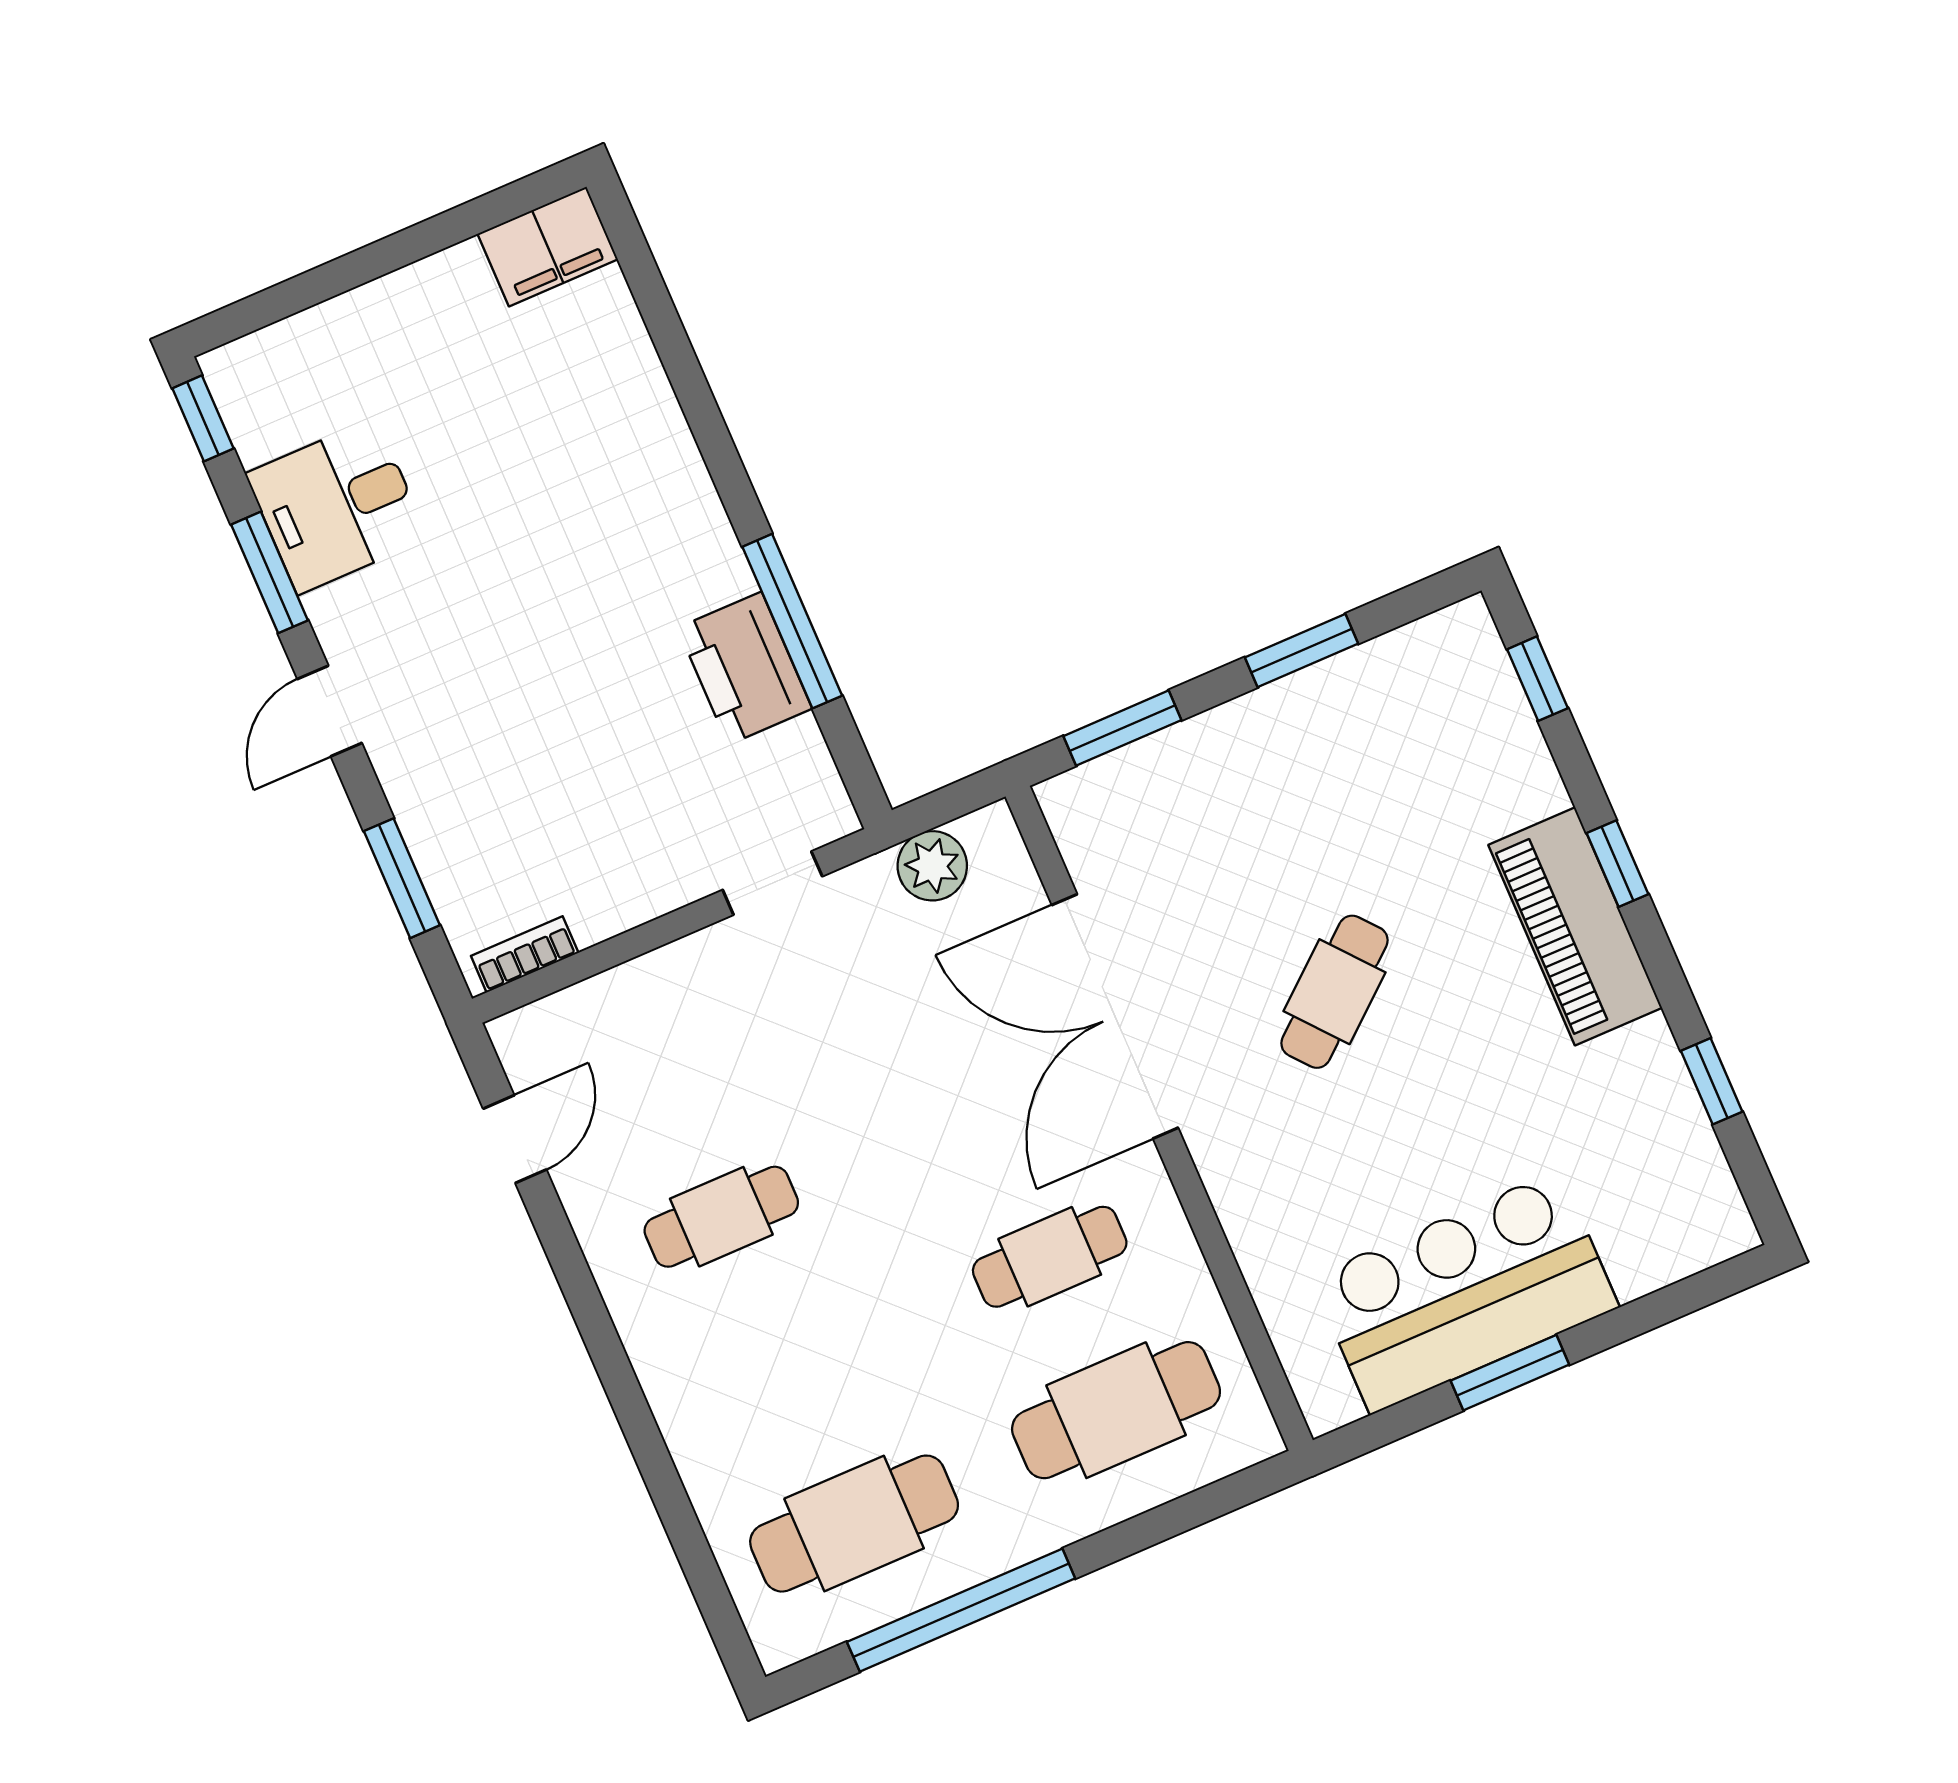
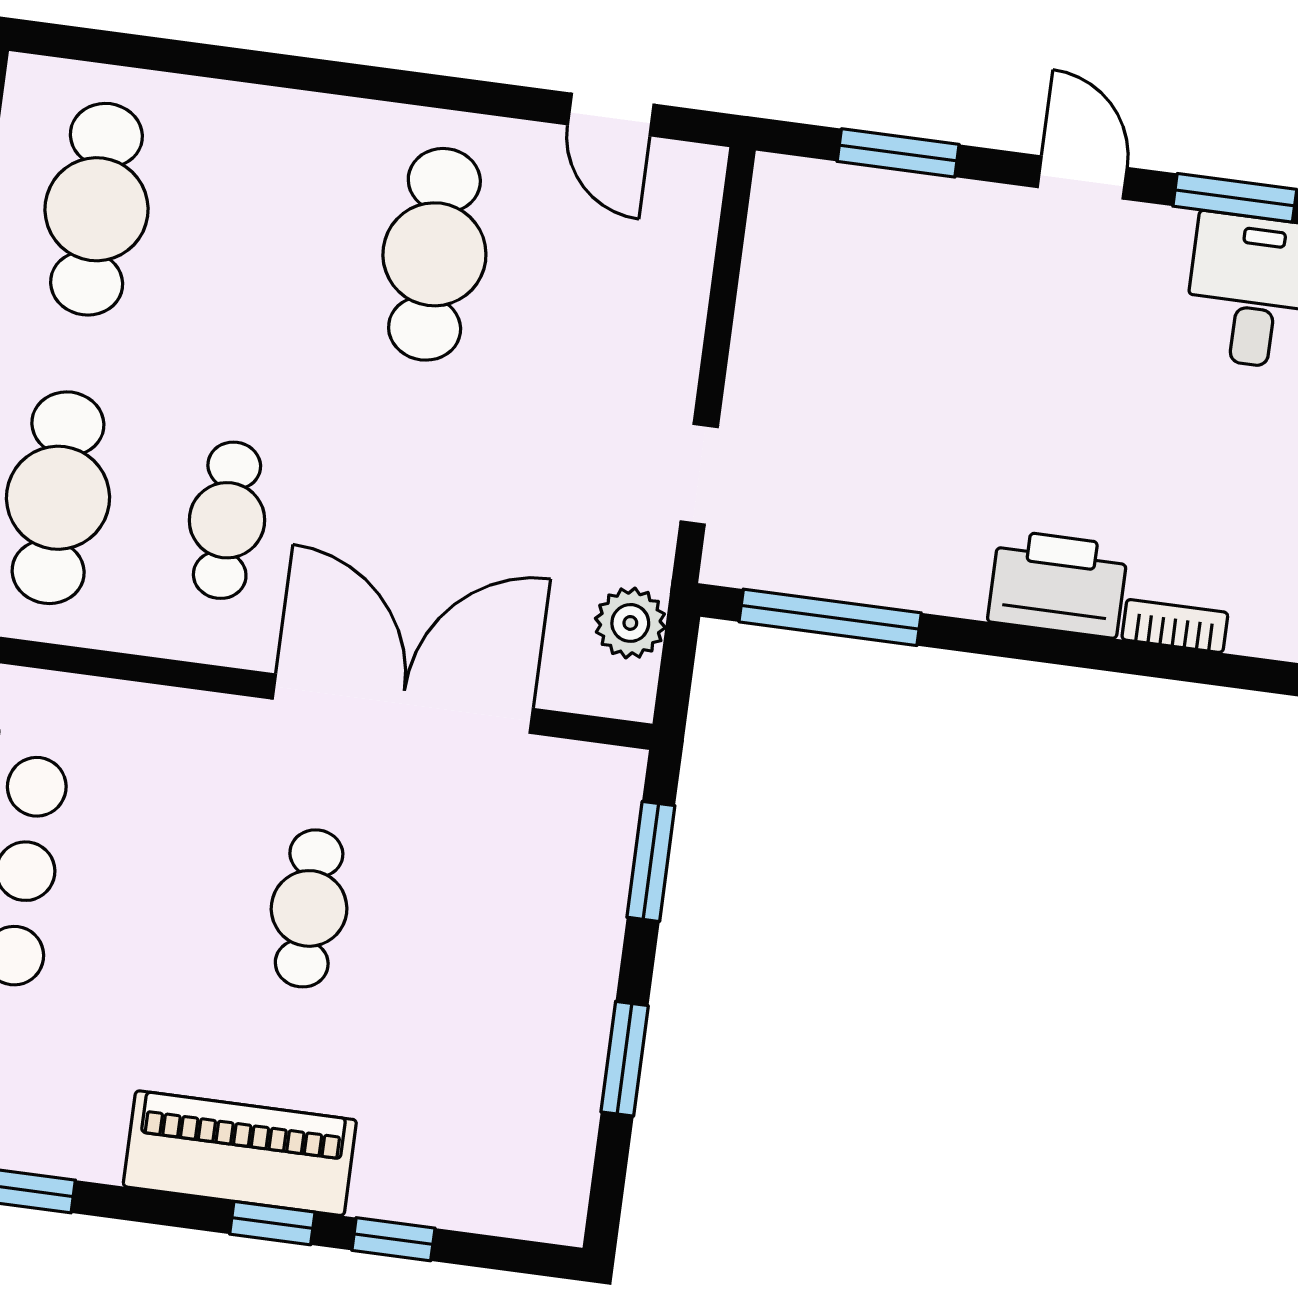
window: (792, 621) -> (830, 617), moved
printer: (745, 668) -> (1058, 584), moved
window: (1537, 679) -> (393, 1239), moved
bookcase: (525, 954) -> (1175, 626), moved, turned -90
cafe table: (1335, 992) -> (309, 908), turned 40
cafe table: (721, 1217) -> (434, 254), width x1.37, depth x1.35

